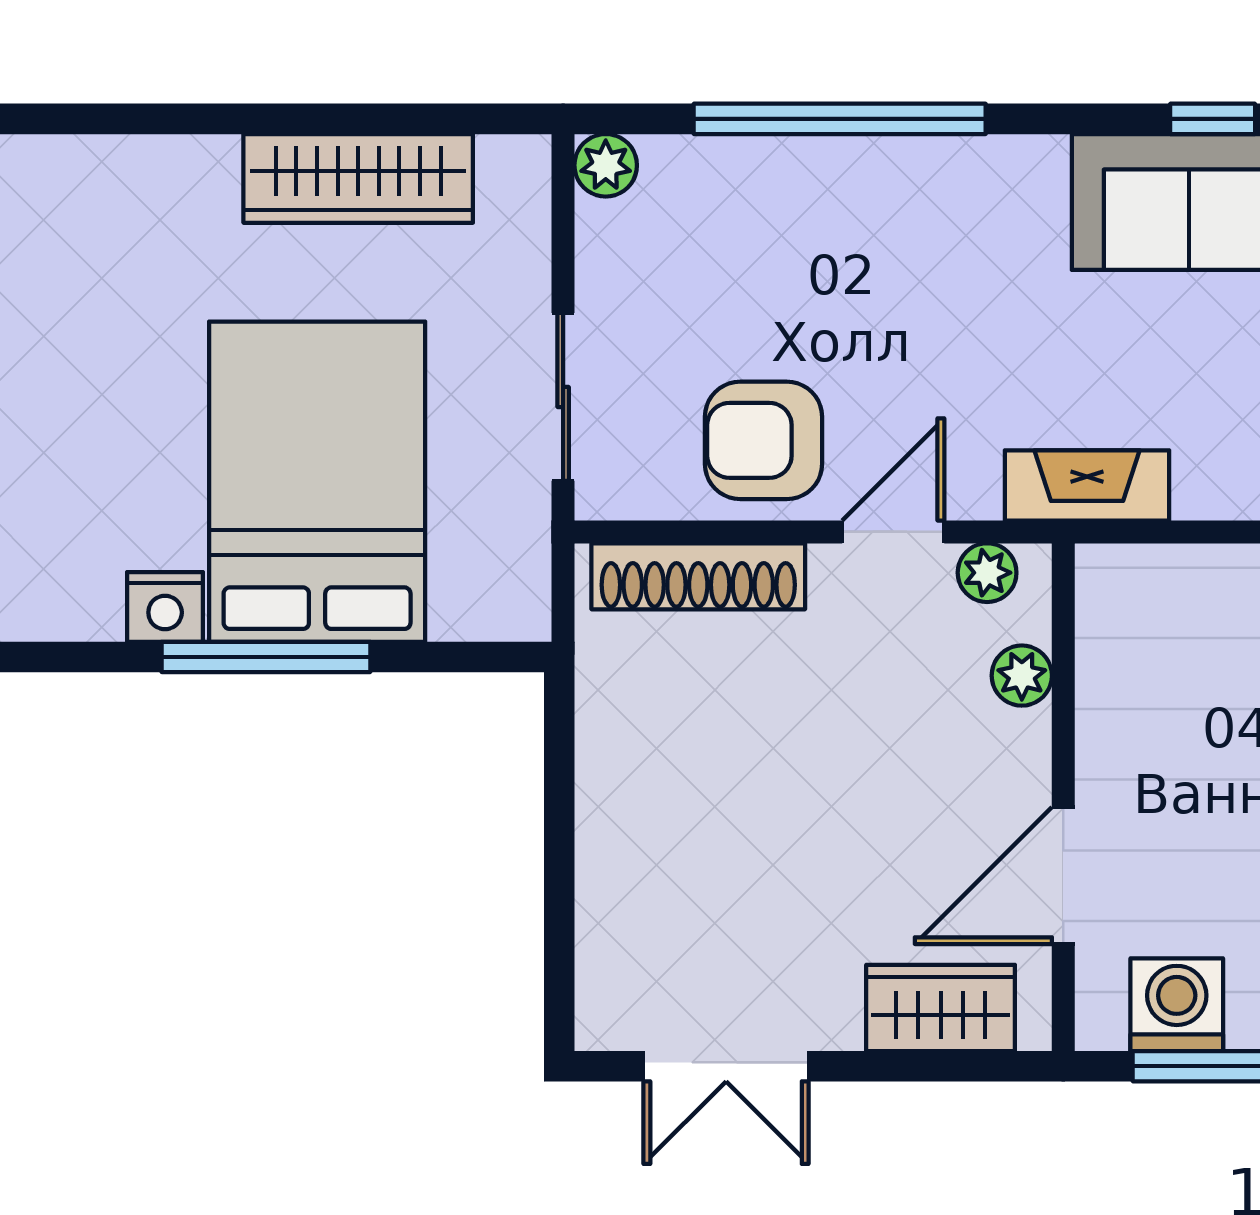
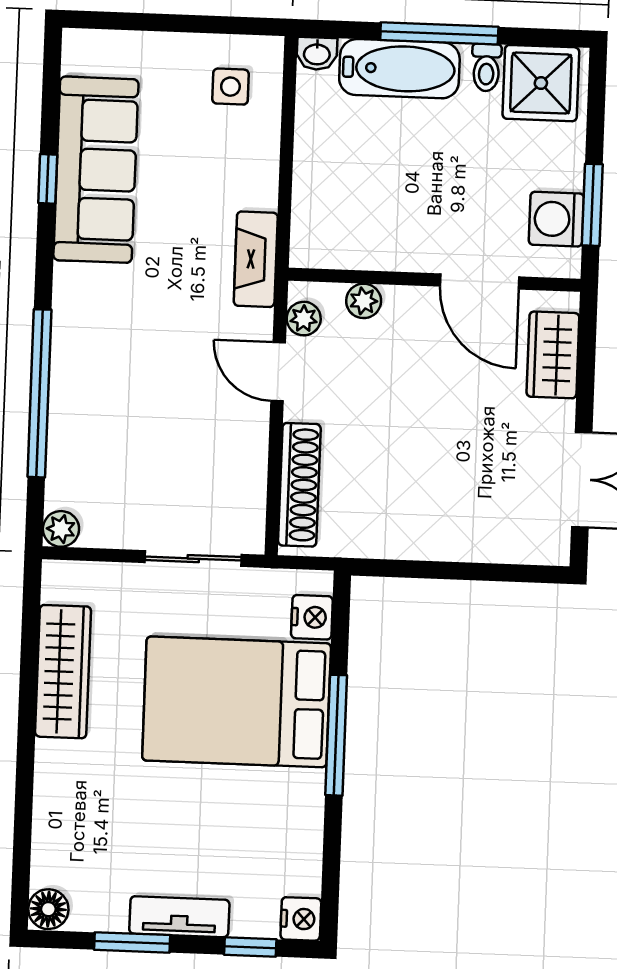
armchair: (763, 440) -> (223, 444), removed
nightstand: (165, 607) -> (312, 617), moved

